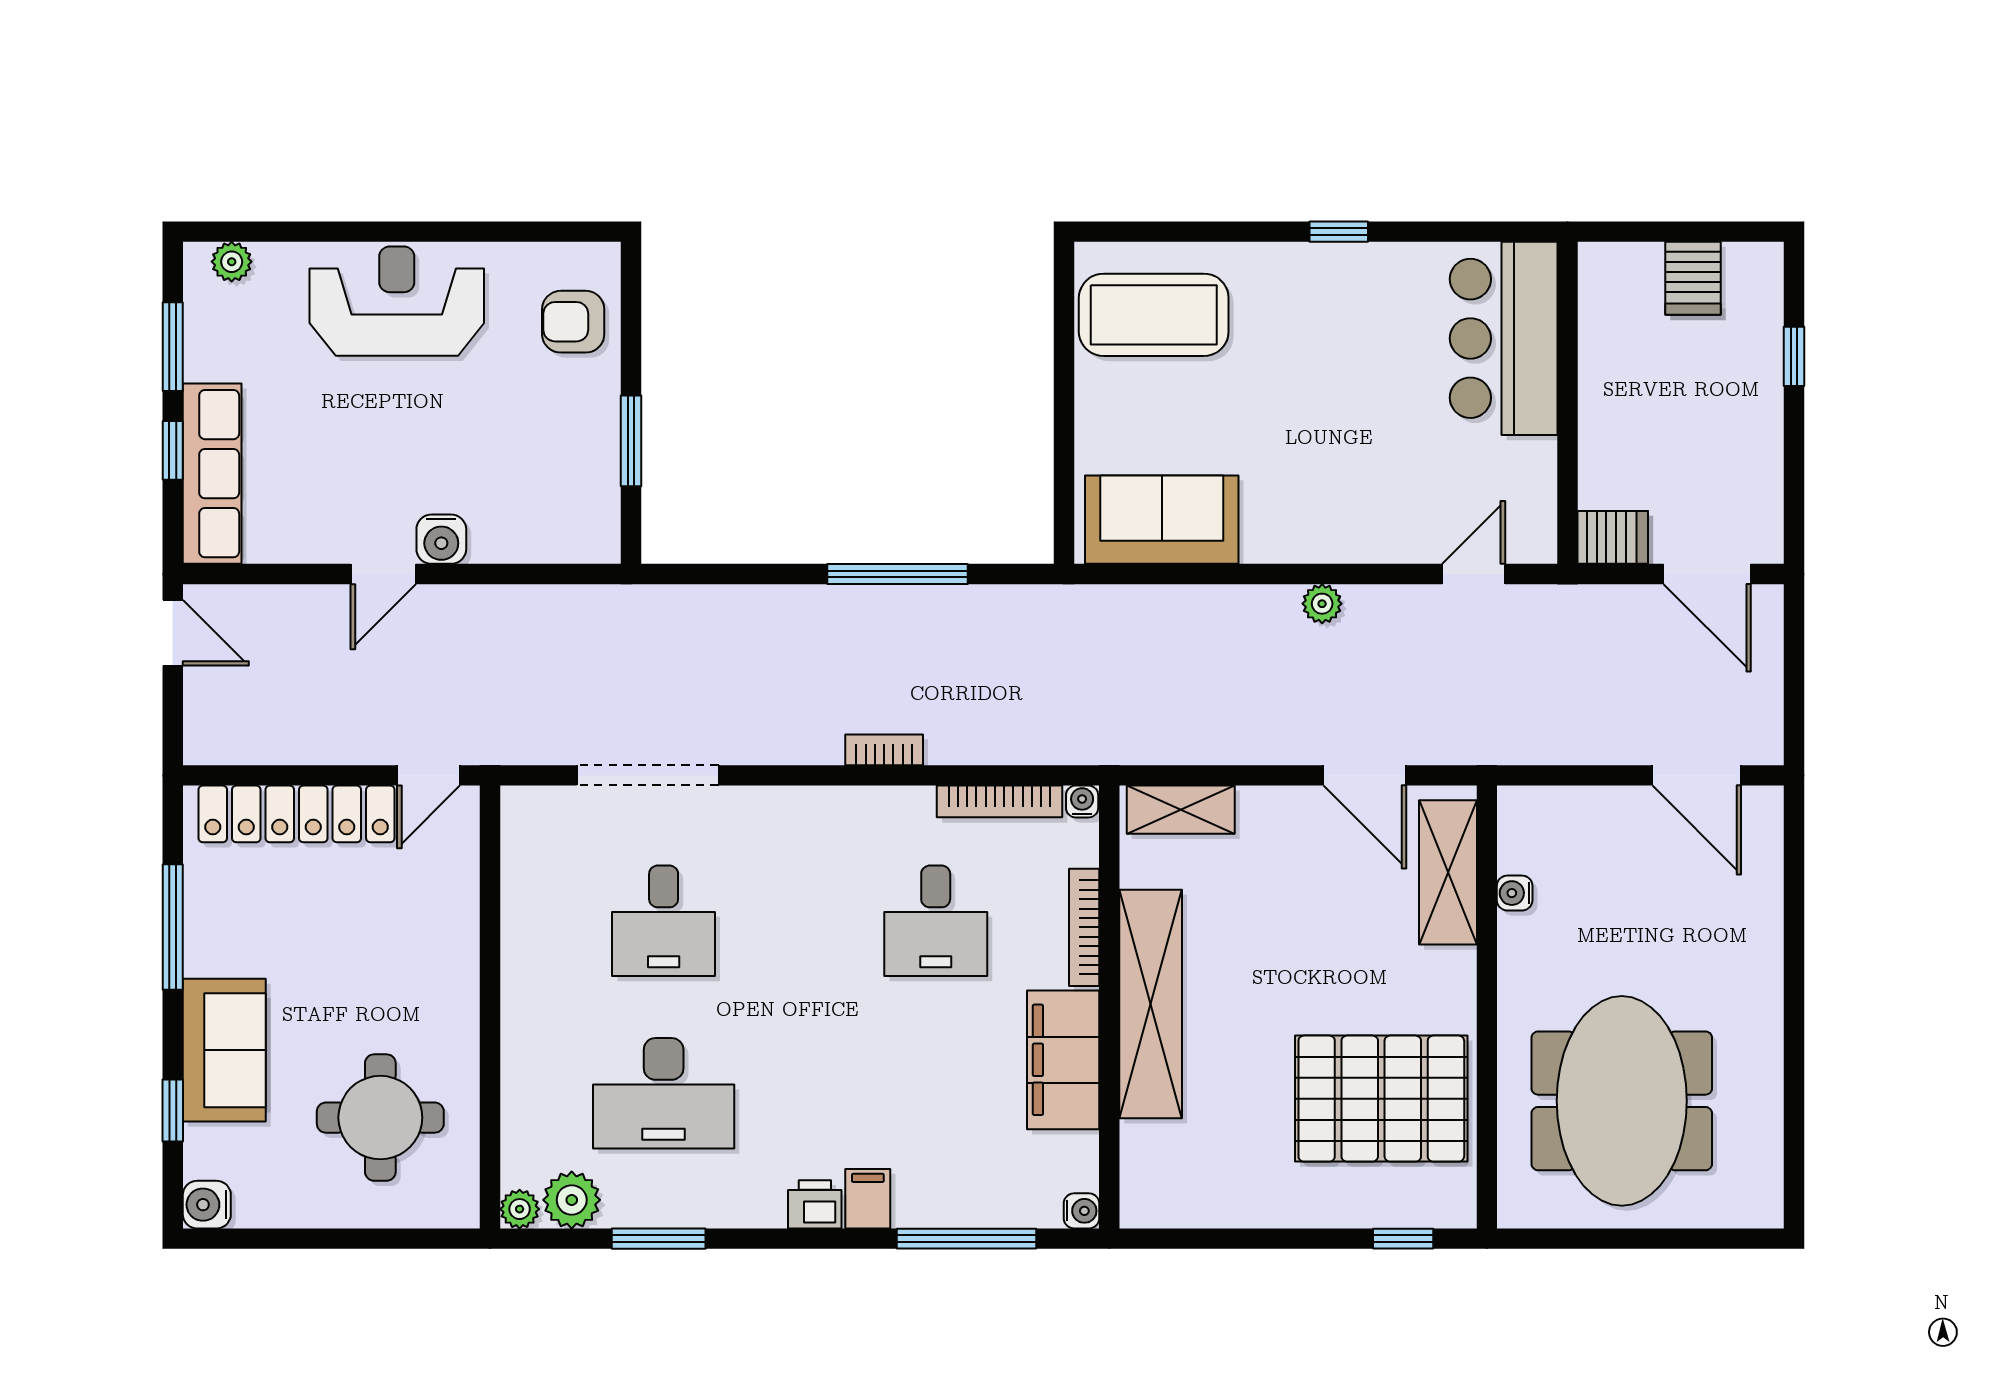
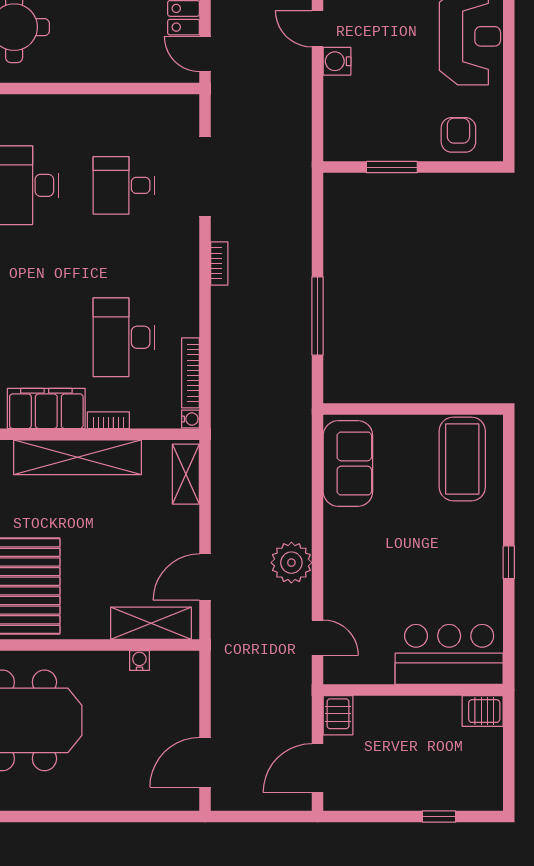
server rack: (1693, 278) -> (483, 711), moved
plant: (1322, 604) -> (291, 563), width x1.88, depth x1.88
bookcase: (884, 750) -> (219, 263), moved
desk: (936, 921) -> (124, 337), width x1.37
bookcase: (1084, 927) -> (108, 420), width x0.64

